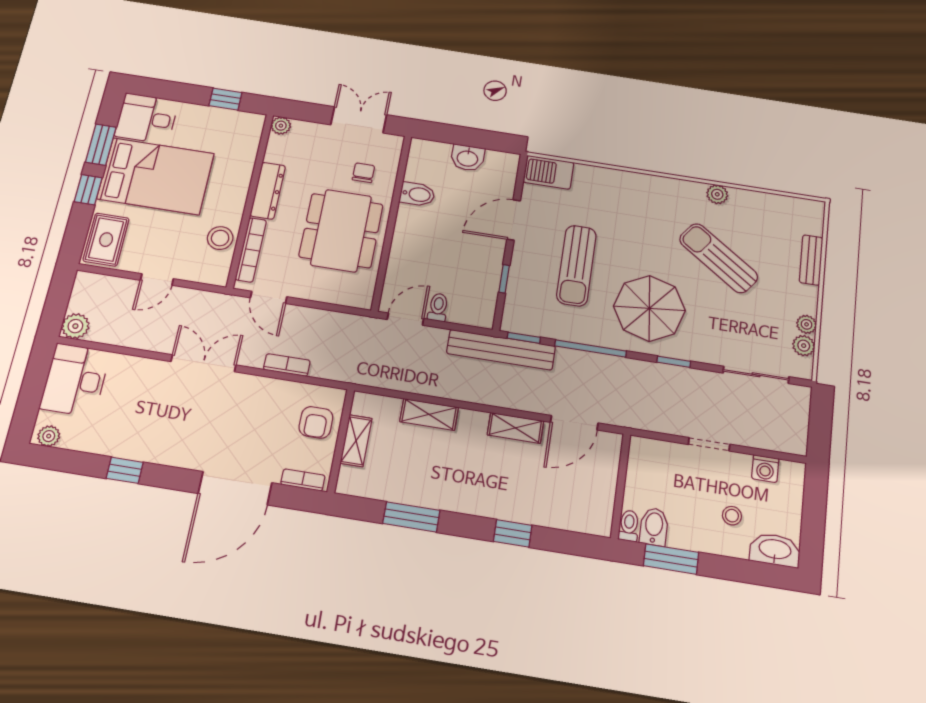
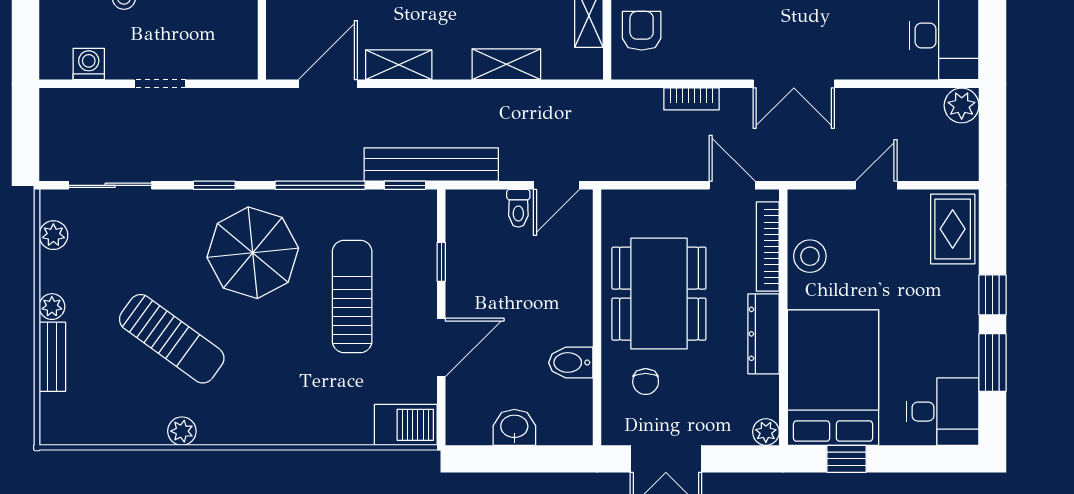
bed: (156, 176) -> (833, 378), moved, turned 90
plant: (807, 324) -> (52, 307), moved

